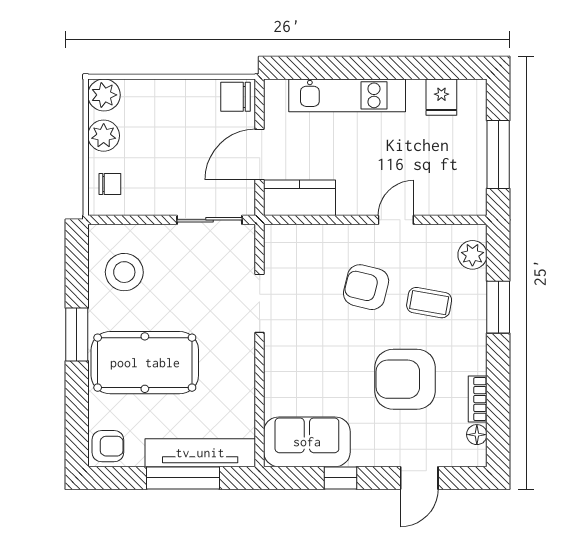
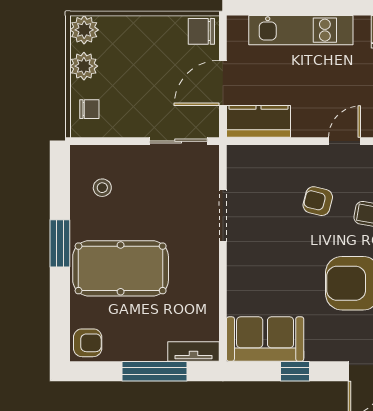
stool: (124, 272) -> (102, 188), width x0.53, depth x0.53
armchair: (366, 287) -> (318, 201), width x0.72, depth x0.72
tv unit: (200, 453) -> (193, 351), width x0.52, depth x0.78

